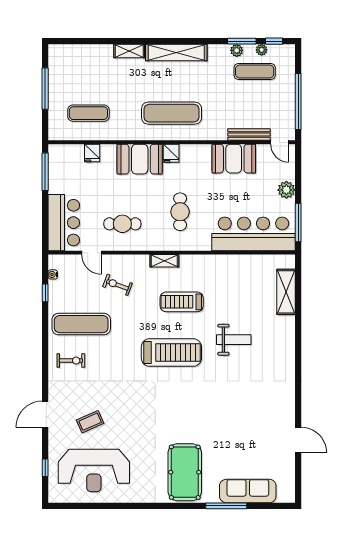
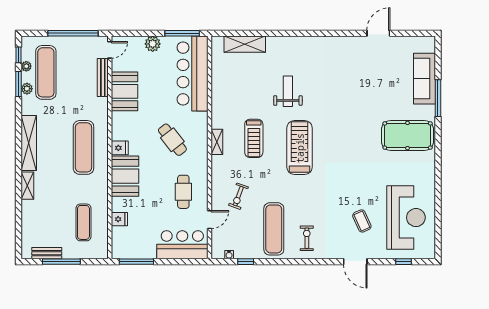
exercise mat: (255, 71) -> (46, 72), width x1.36, depth x1.45
bench: (54, 72) -> (47, 253), added
cafe table: (180, 212) -> (172, 140), turned 52
shelving: (164, 261) -> (217, 142), moved

